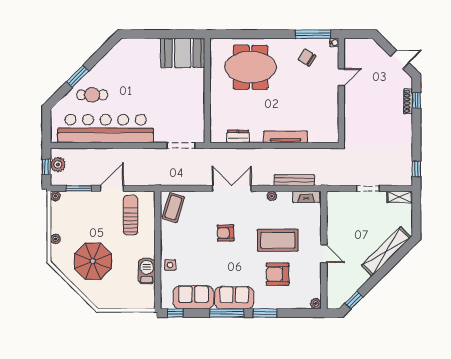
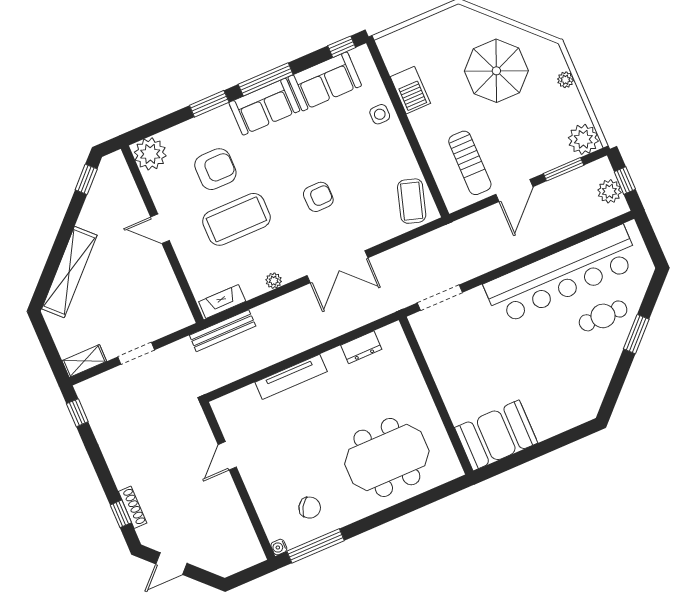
door: (341, 77) -> (227, 456), moved
bench: (294, 180) -> (223, 331), moved
plant: (55, 196) -> (583, 139), width x1.88, depth x1.88
plant: (316, 304) -> (150, 154), width x1.88, depth x1.88

